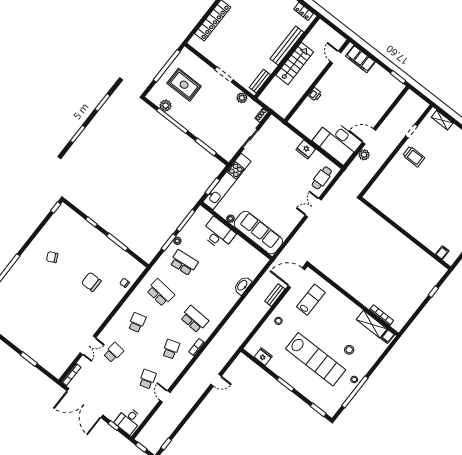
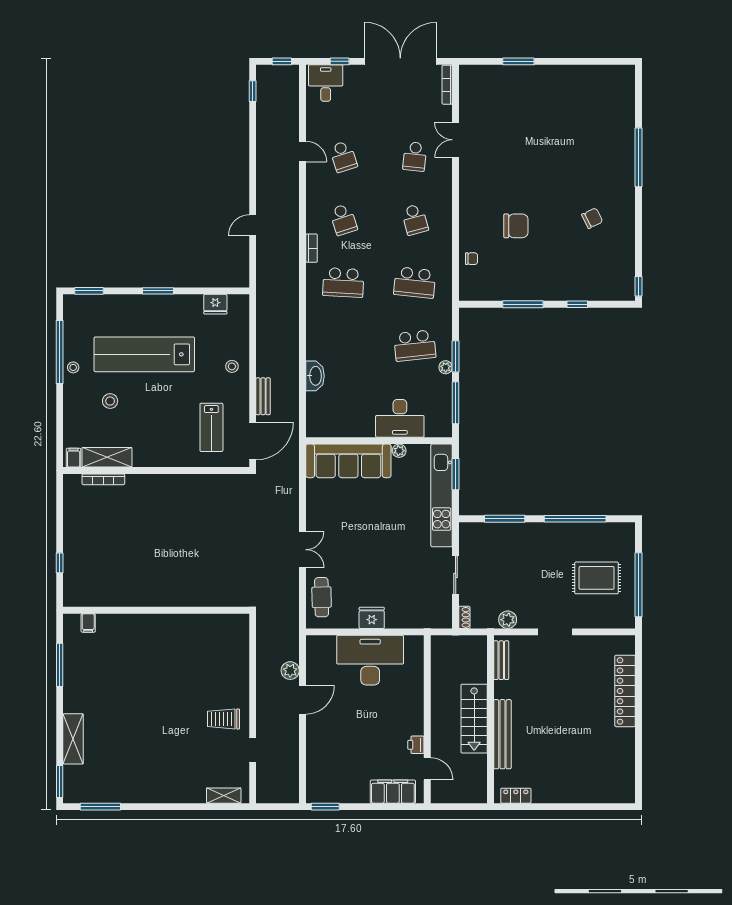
printer: (315, 94) -> (416, 745), moved
plant: (166, 106) -> (599, 532), removed
desk: (337, 141) -> (370, 660), moved

